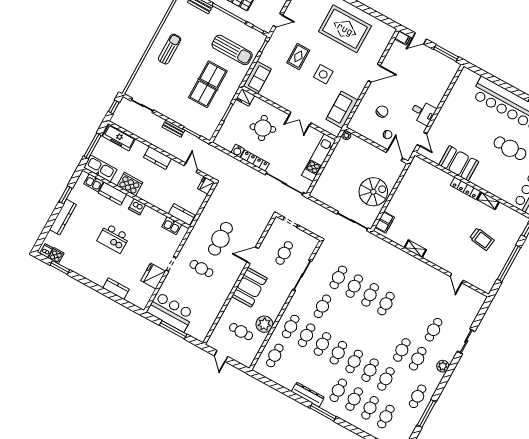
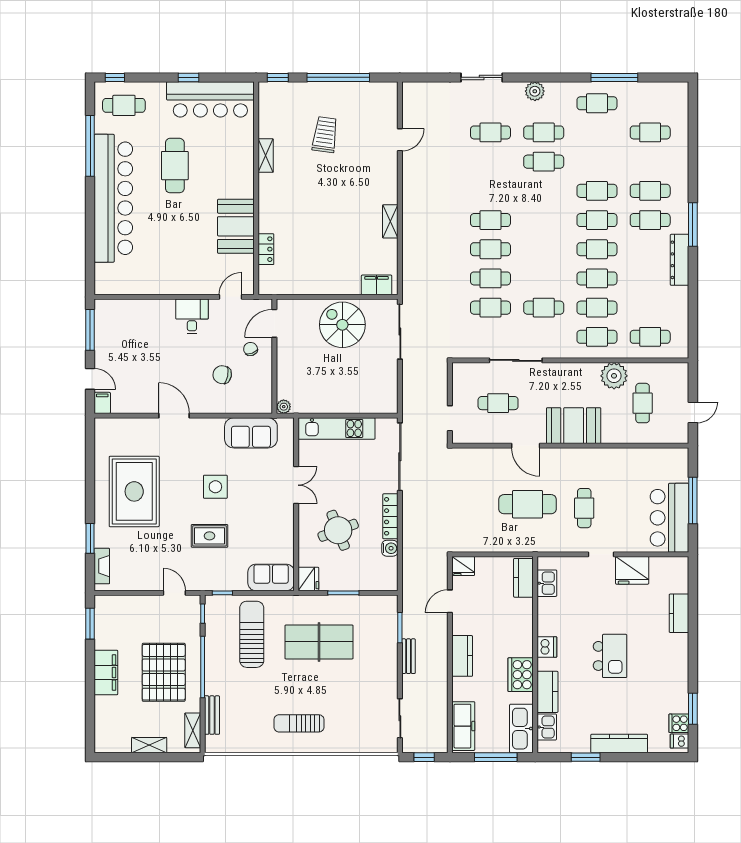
locker: (465, 188) -> (266, 249), moved, width x0.66
cafe table: (386, 379) -> (597, 162), removed
cafe table: (370, 408) -> (650, 162), removed

